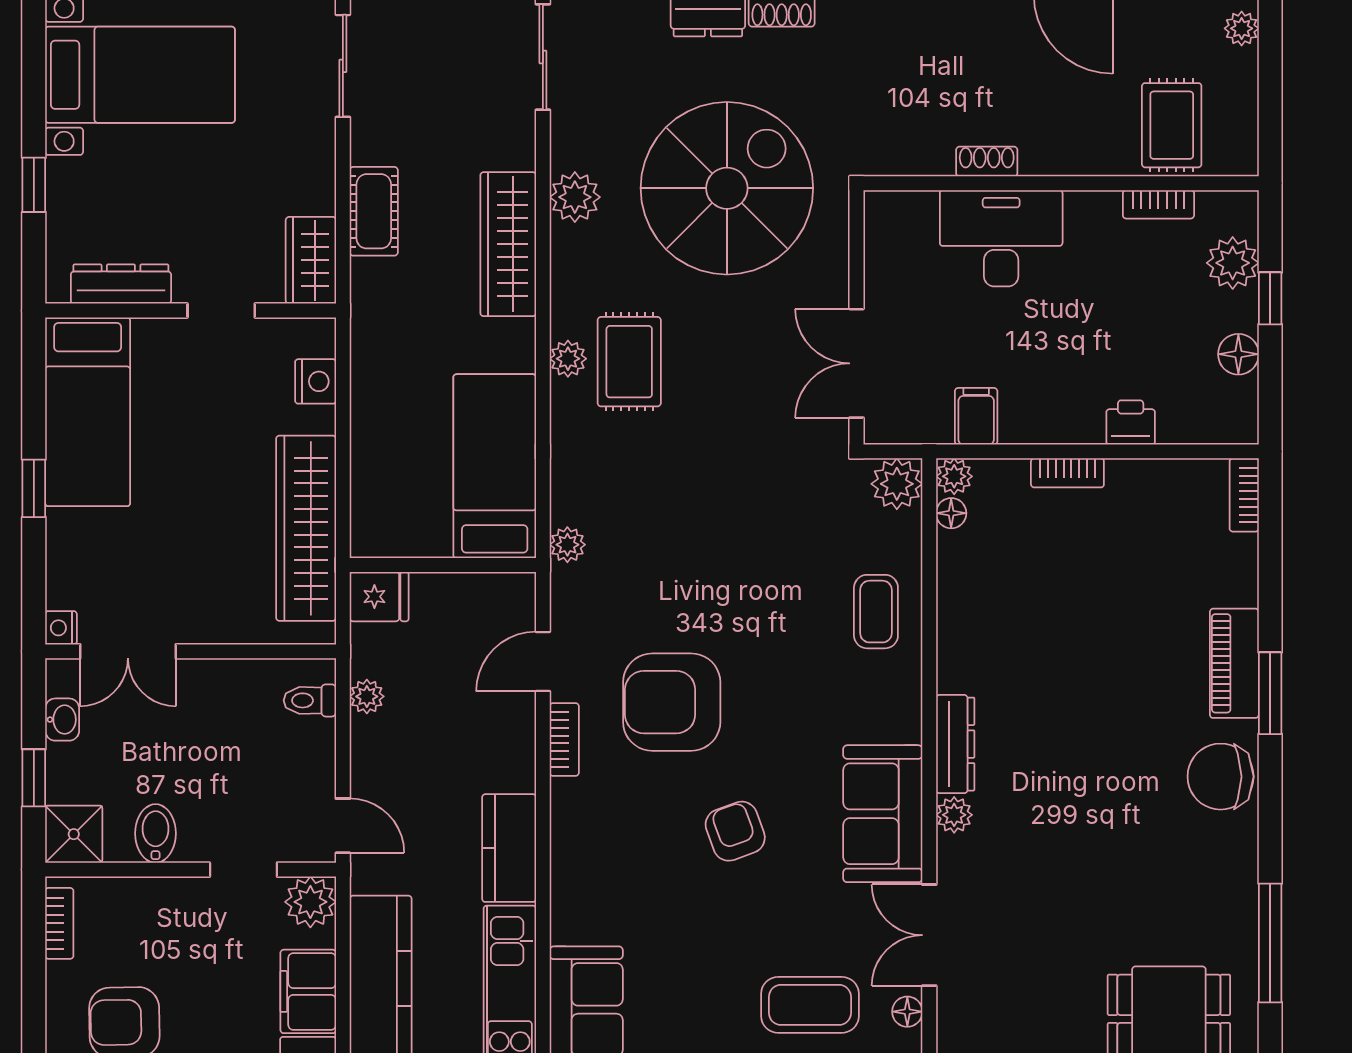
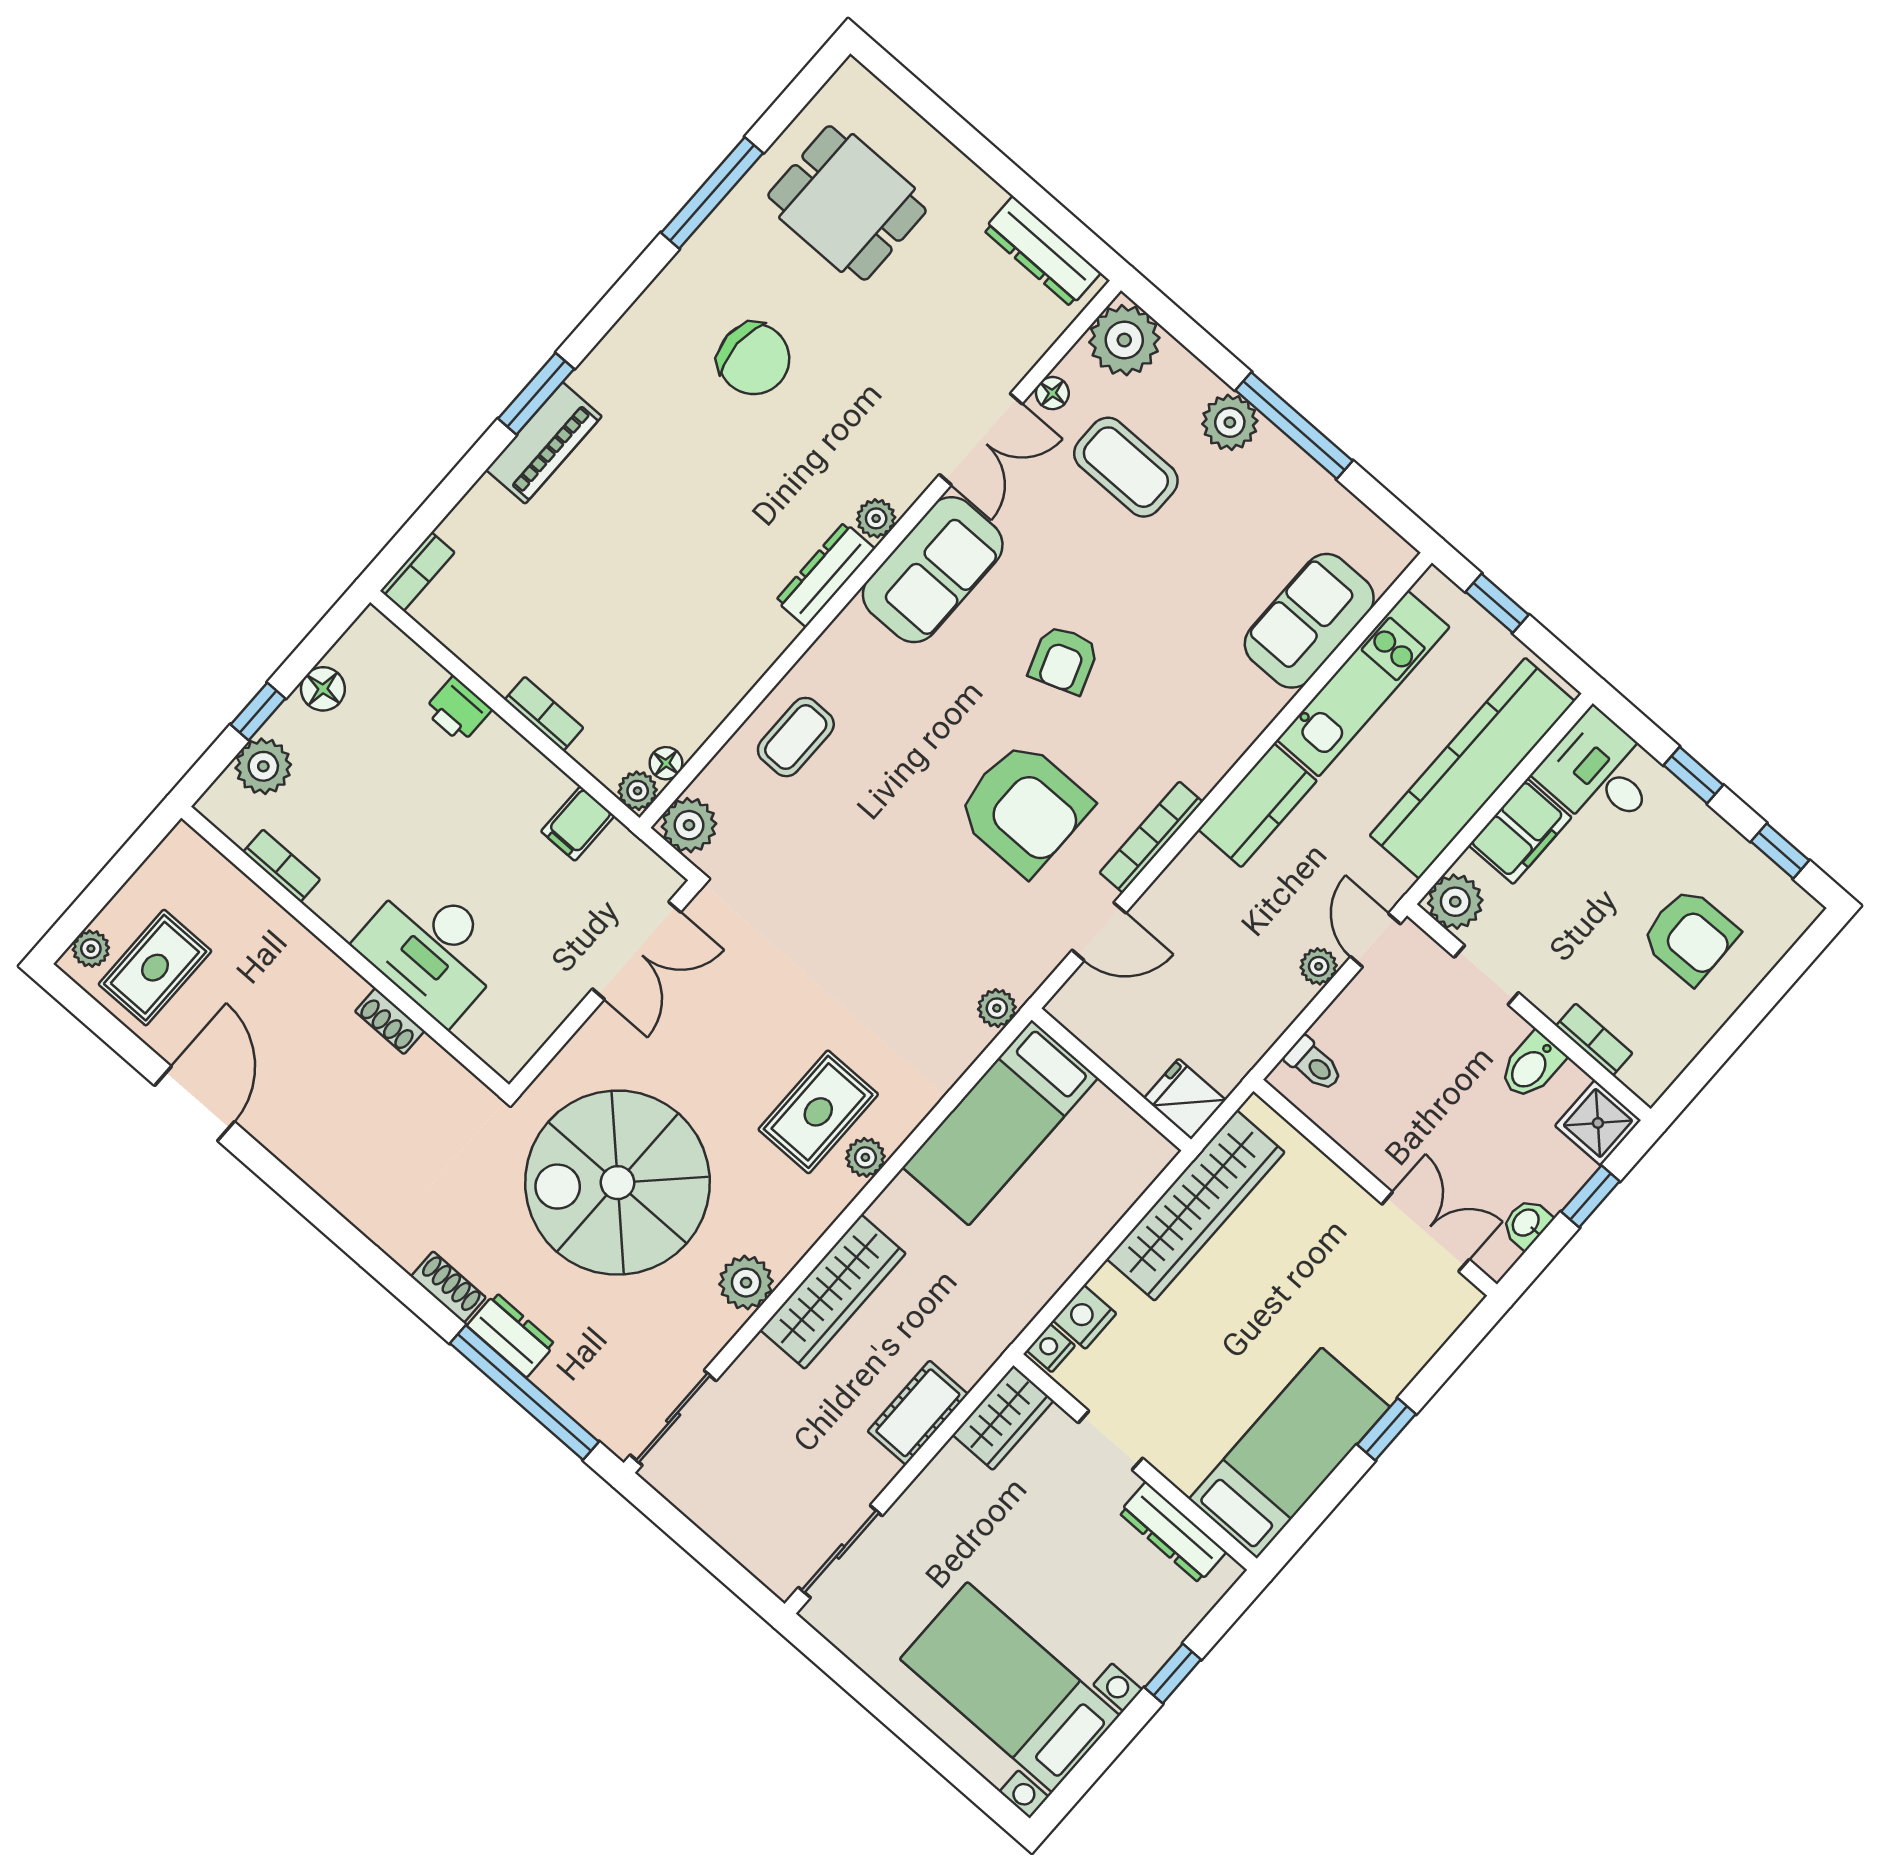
rug: (1172, 125) -> (155, 968), moved
nightstand: (61, 628) -> (1051, 1348), moved, turned 180
plant: (367, 696) -> (1319, 966), moved
bookcase: (564, 740) -> (1151, 837), width x1.56
chair: (1221, 777) -> (754, 359), moved
bookcase: (59, 923) -> (1594, 1040), moved, turned 90

